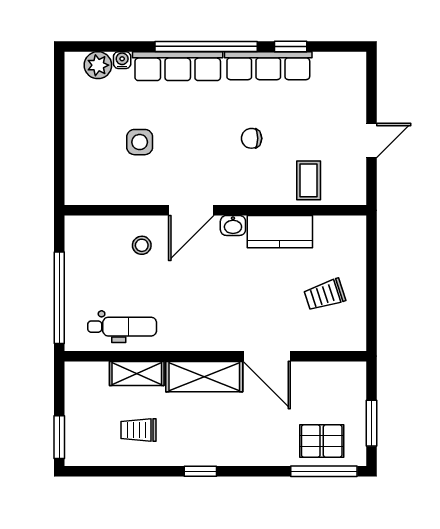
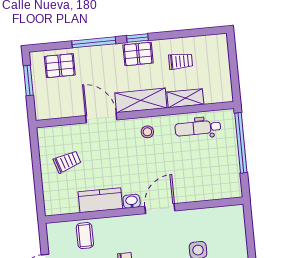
stool: (142, 245) -> (147, 132), moved
window: (59, 437) -> (232, 52), removed
pallet: (202, 447) -> (138, 54), added
window: (324, 471) -> (94, 42), moved

